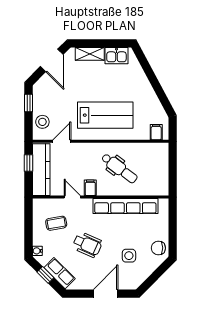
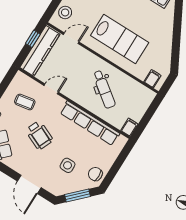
filing cabinet: (90, 188) -> (129, 127), moved
door: (72, 197) -> (51, 89), hinge flipped
window: (154, 277) -> (78, 195), added
door: (106, 294) -> (29, 184), swing flipped

